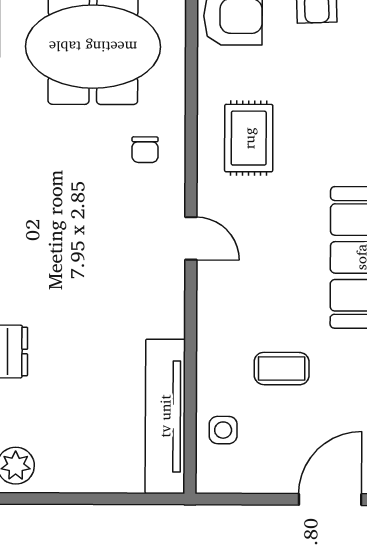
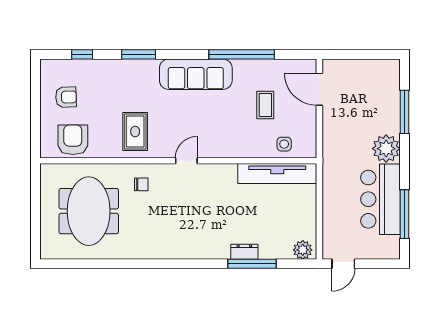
rug: (249, 138) -> (135, 132), turned 90
coffee table: (282, 369) -> (265, 105), moved

